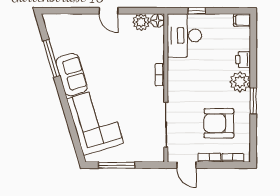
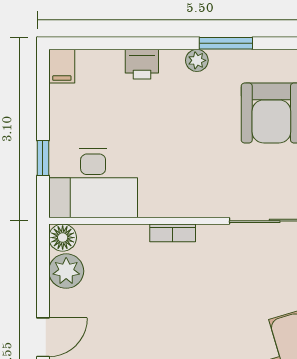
plant: (240, 82) -> (197, 60), width x0.53, depth x0.53

